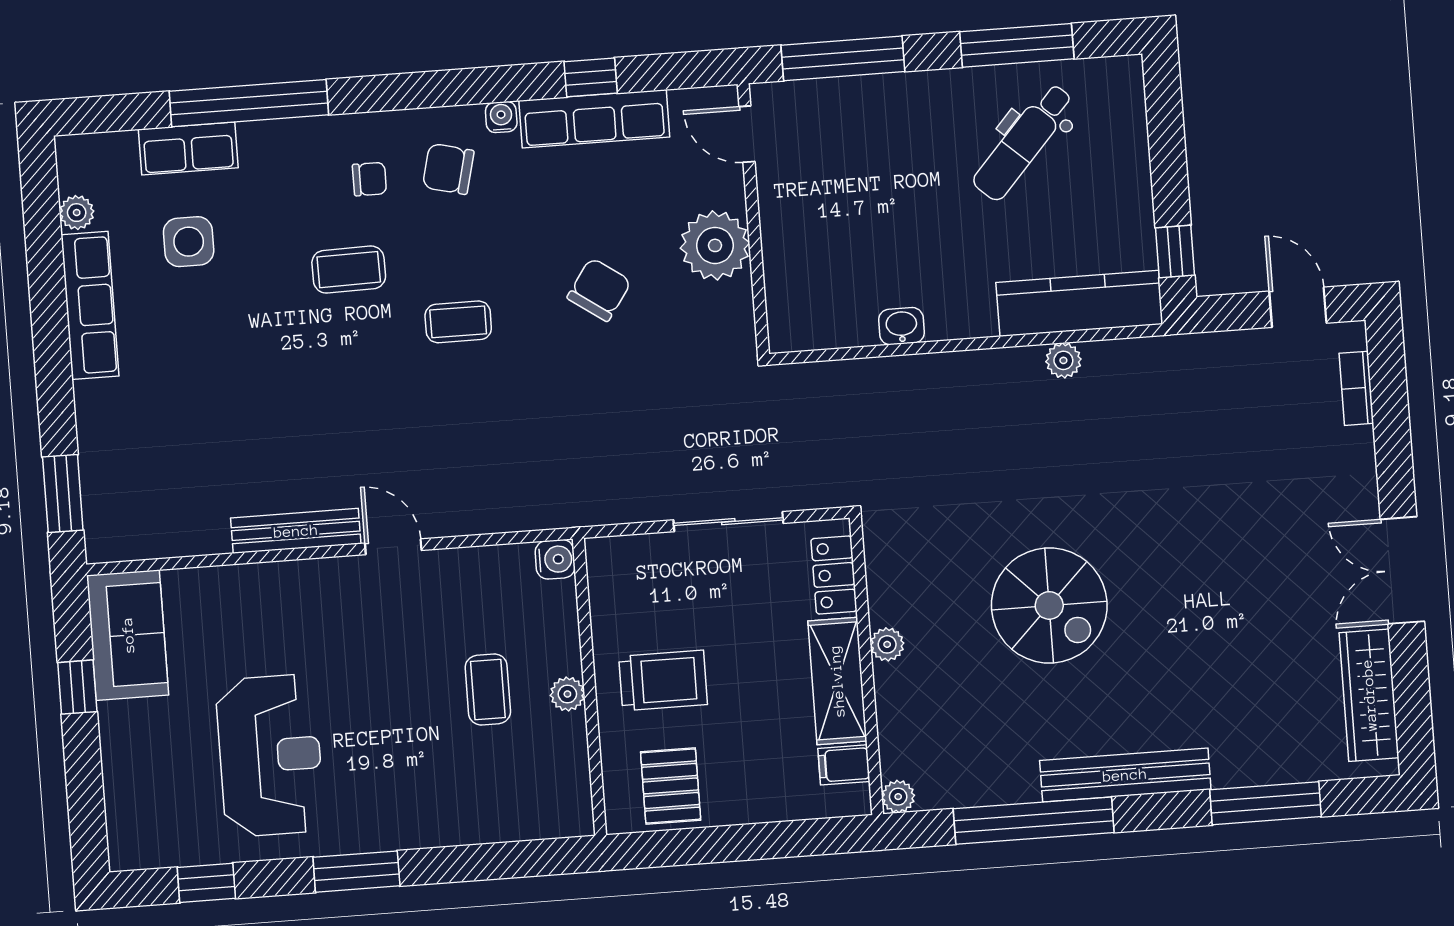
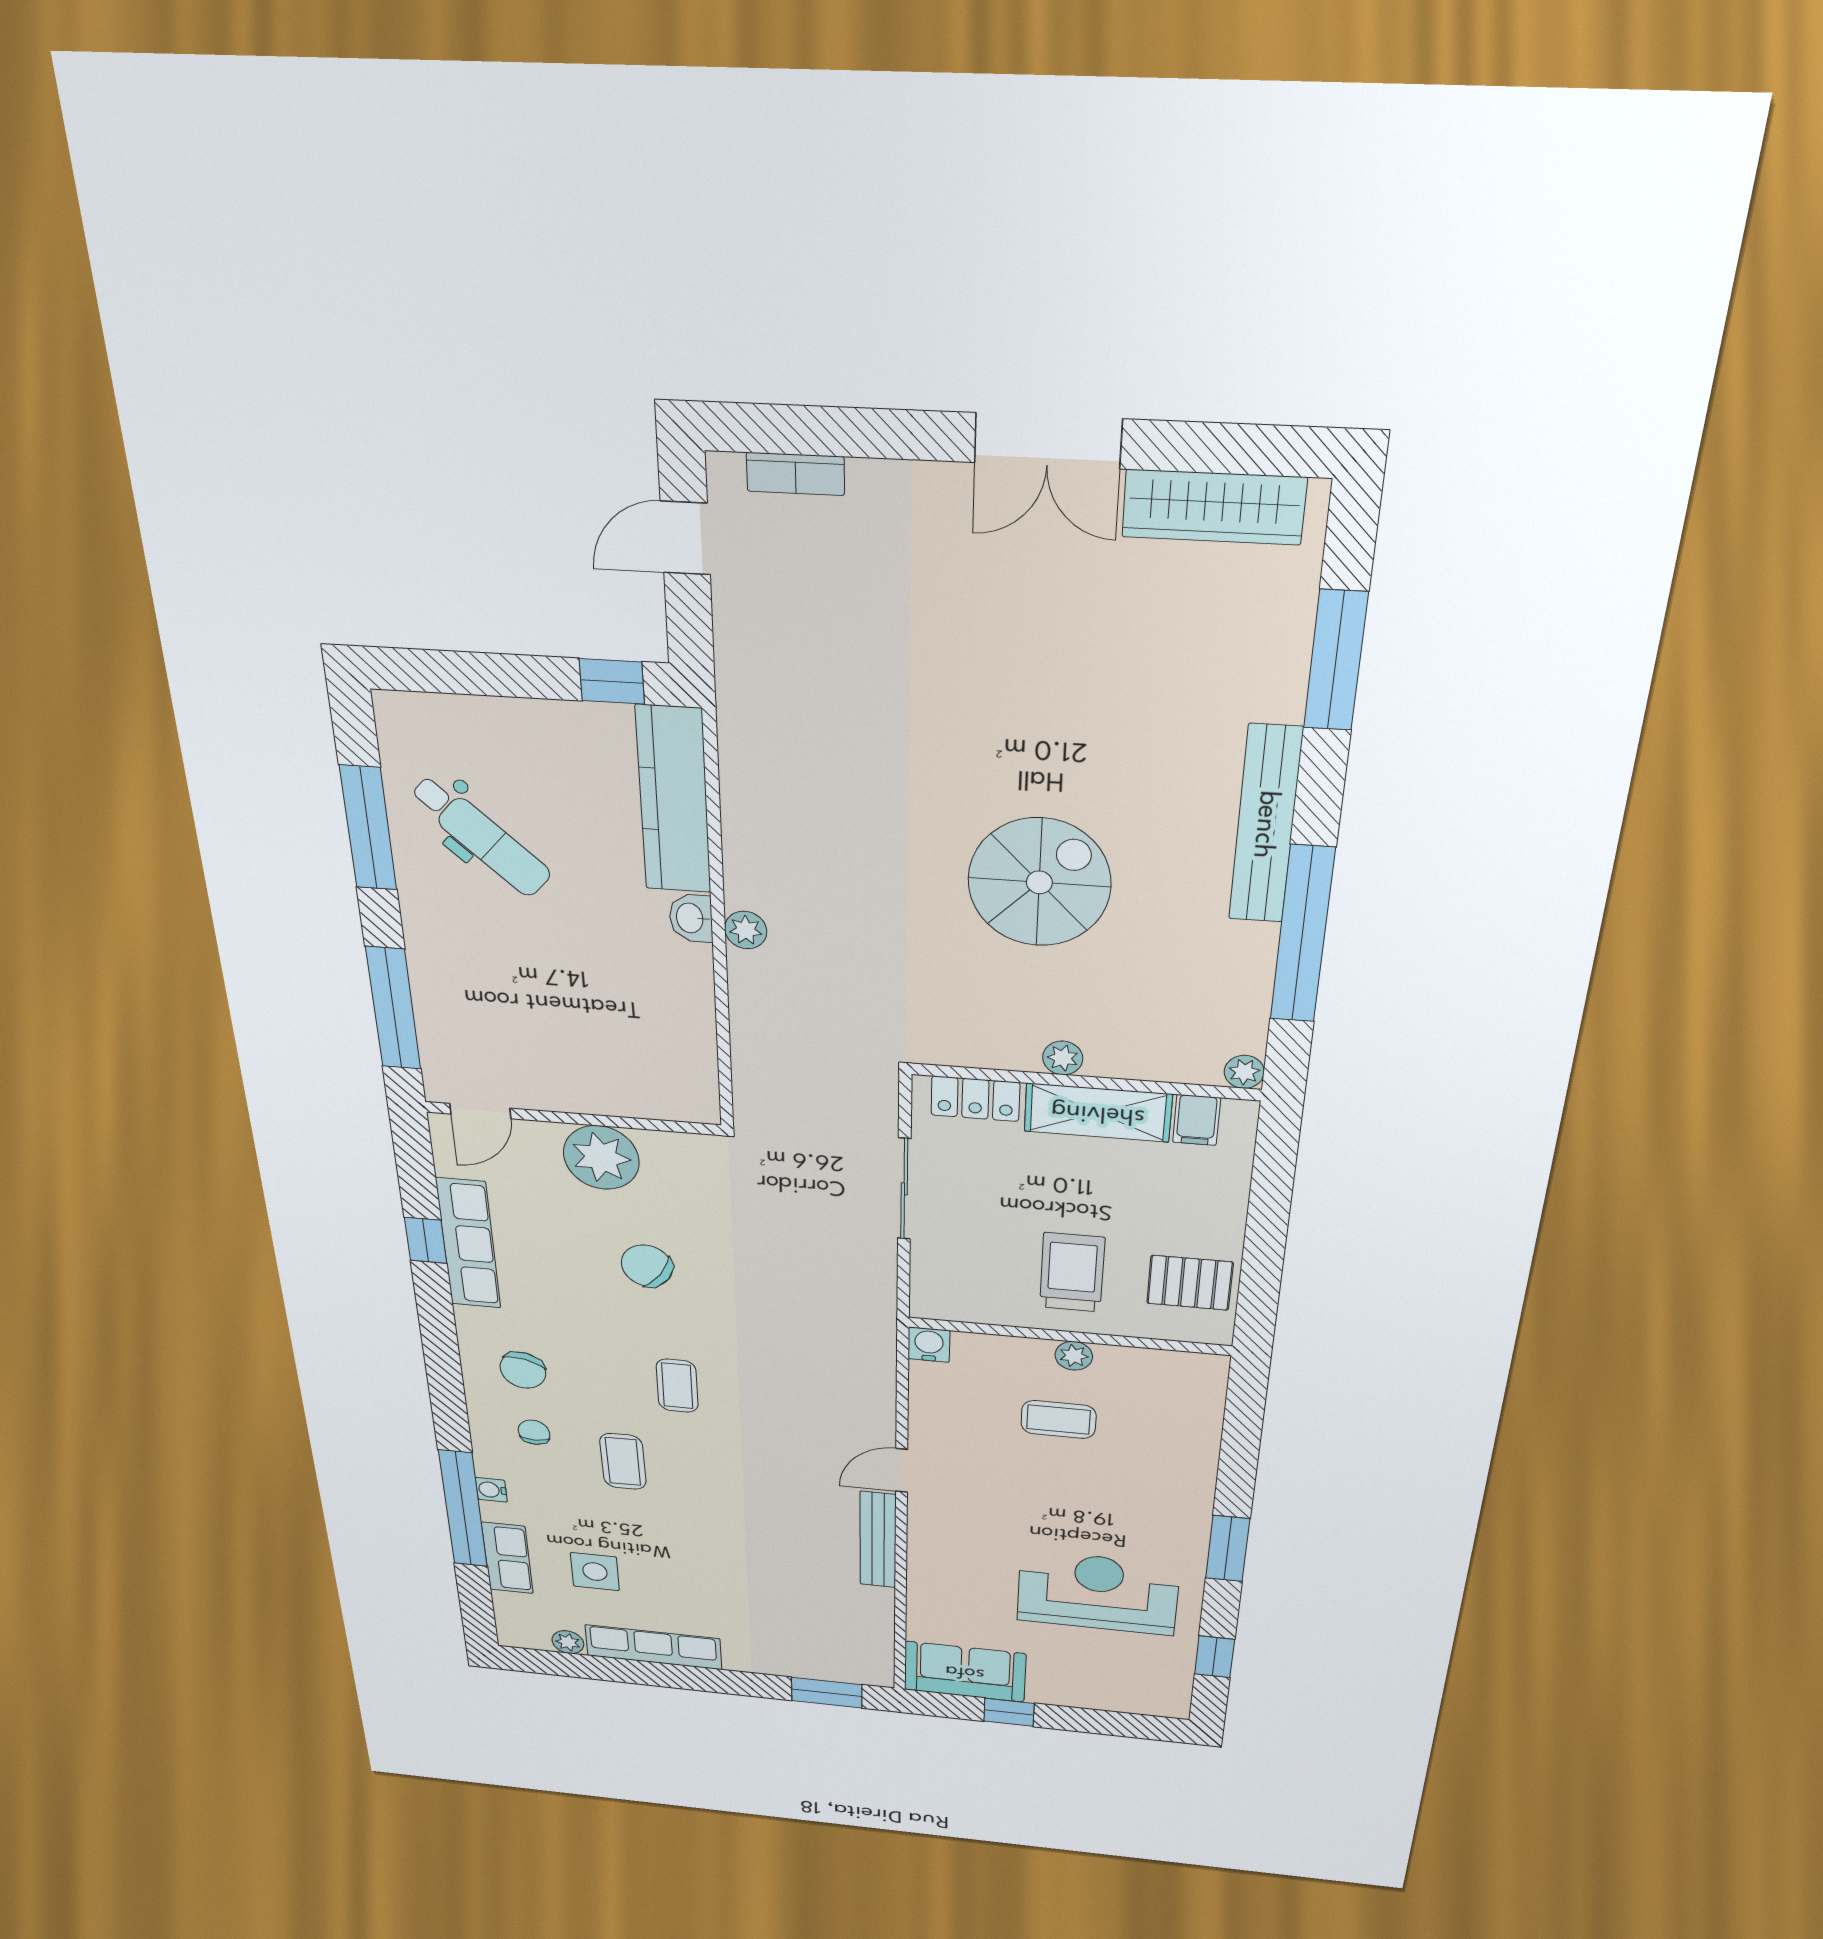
water cooler: (501, 117) -> (491, 1490), moved
washbasin: (901, 326) -> (691, 918), moved
plant: (1063, 360) -> (746, 930), moved

